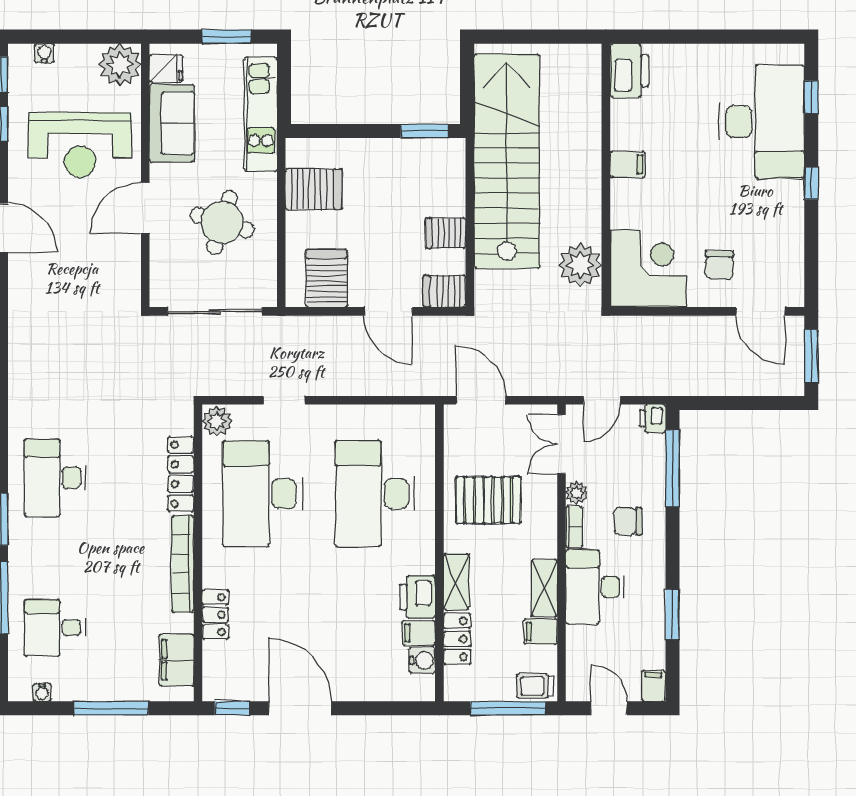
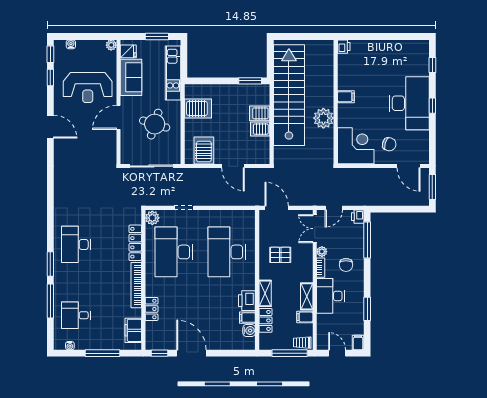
plant: (120, 65) -> (111, 45), width x0.53, depth x0.53
printer: (629, 71) -> (344, 47), width x0.53, depth x0.68
desk: (762, 122) -> (409, 103), moved
plant: (580, 265) -> (323, 118), moved
chair: (719, 265) -> (389, 144), turned -73
server rack: (445, 291) -> (260, 113), moved
pallet: (488, 500) -> (280, 255), width x0.67, depth x0.71
chair: (628, 521) -> (346, 265), turned -90

